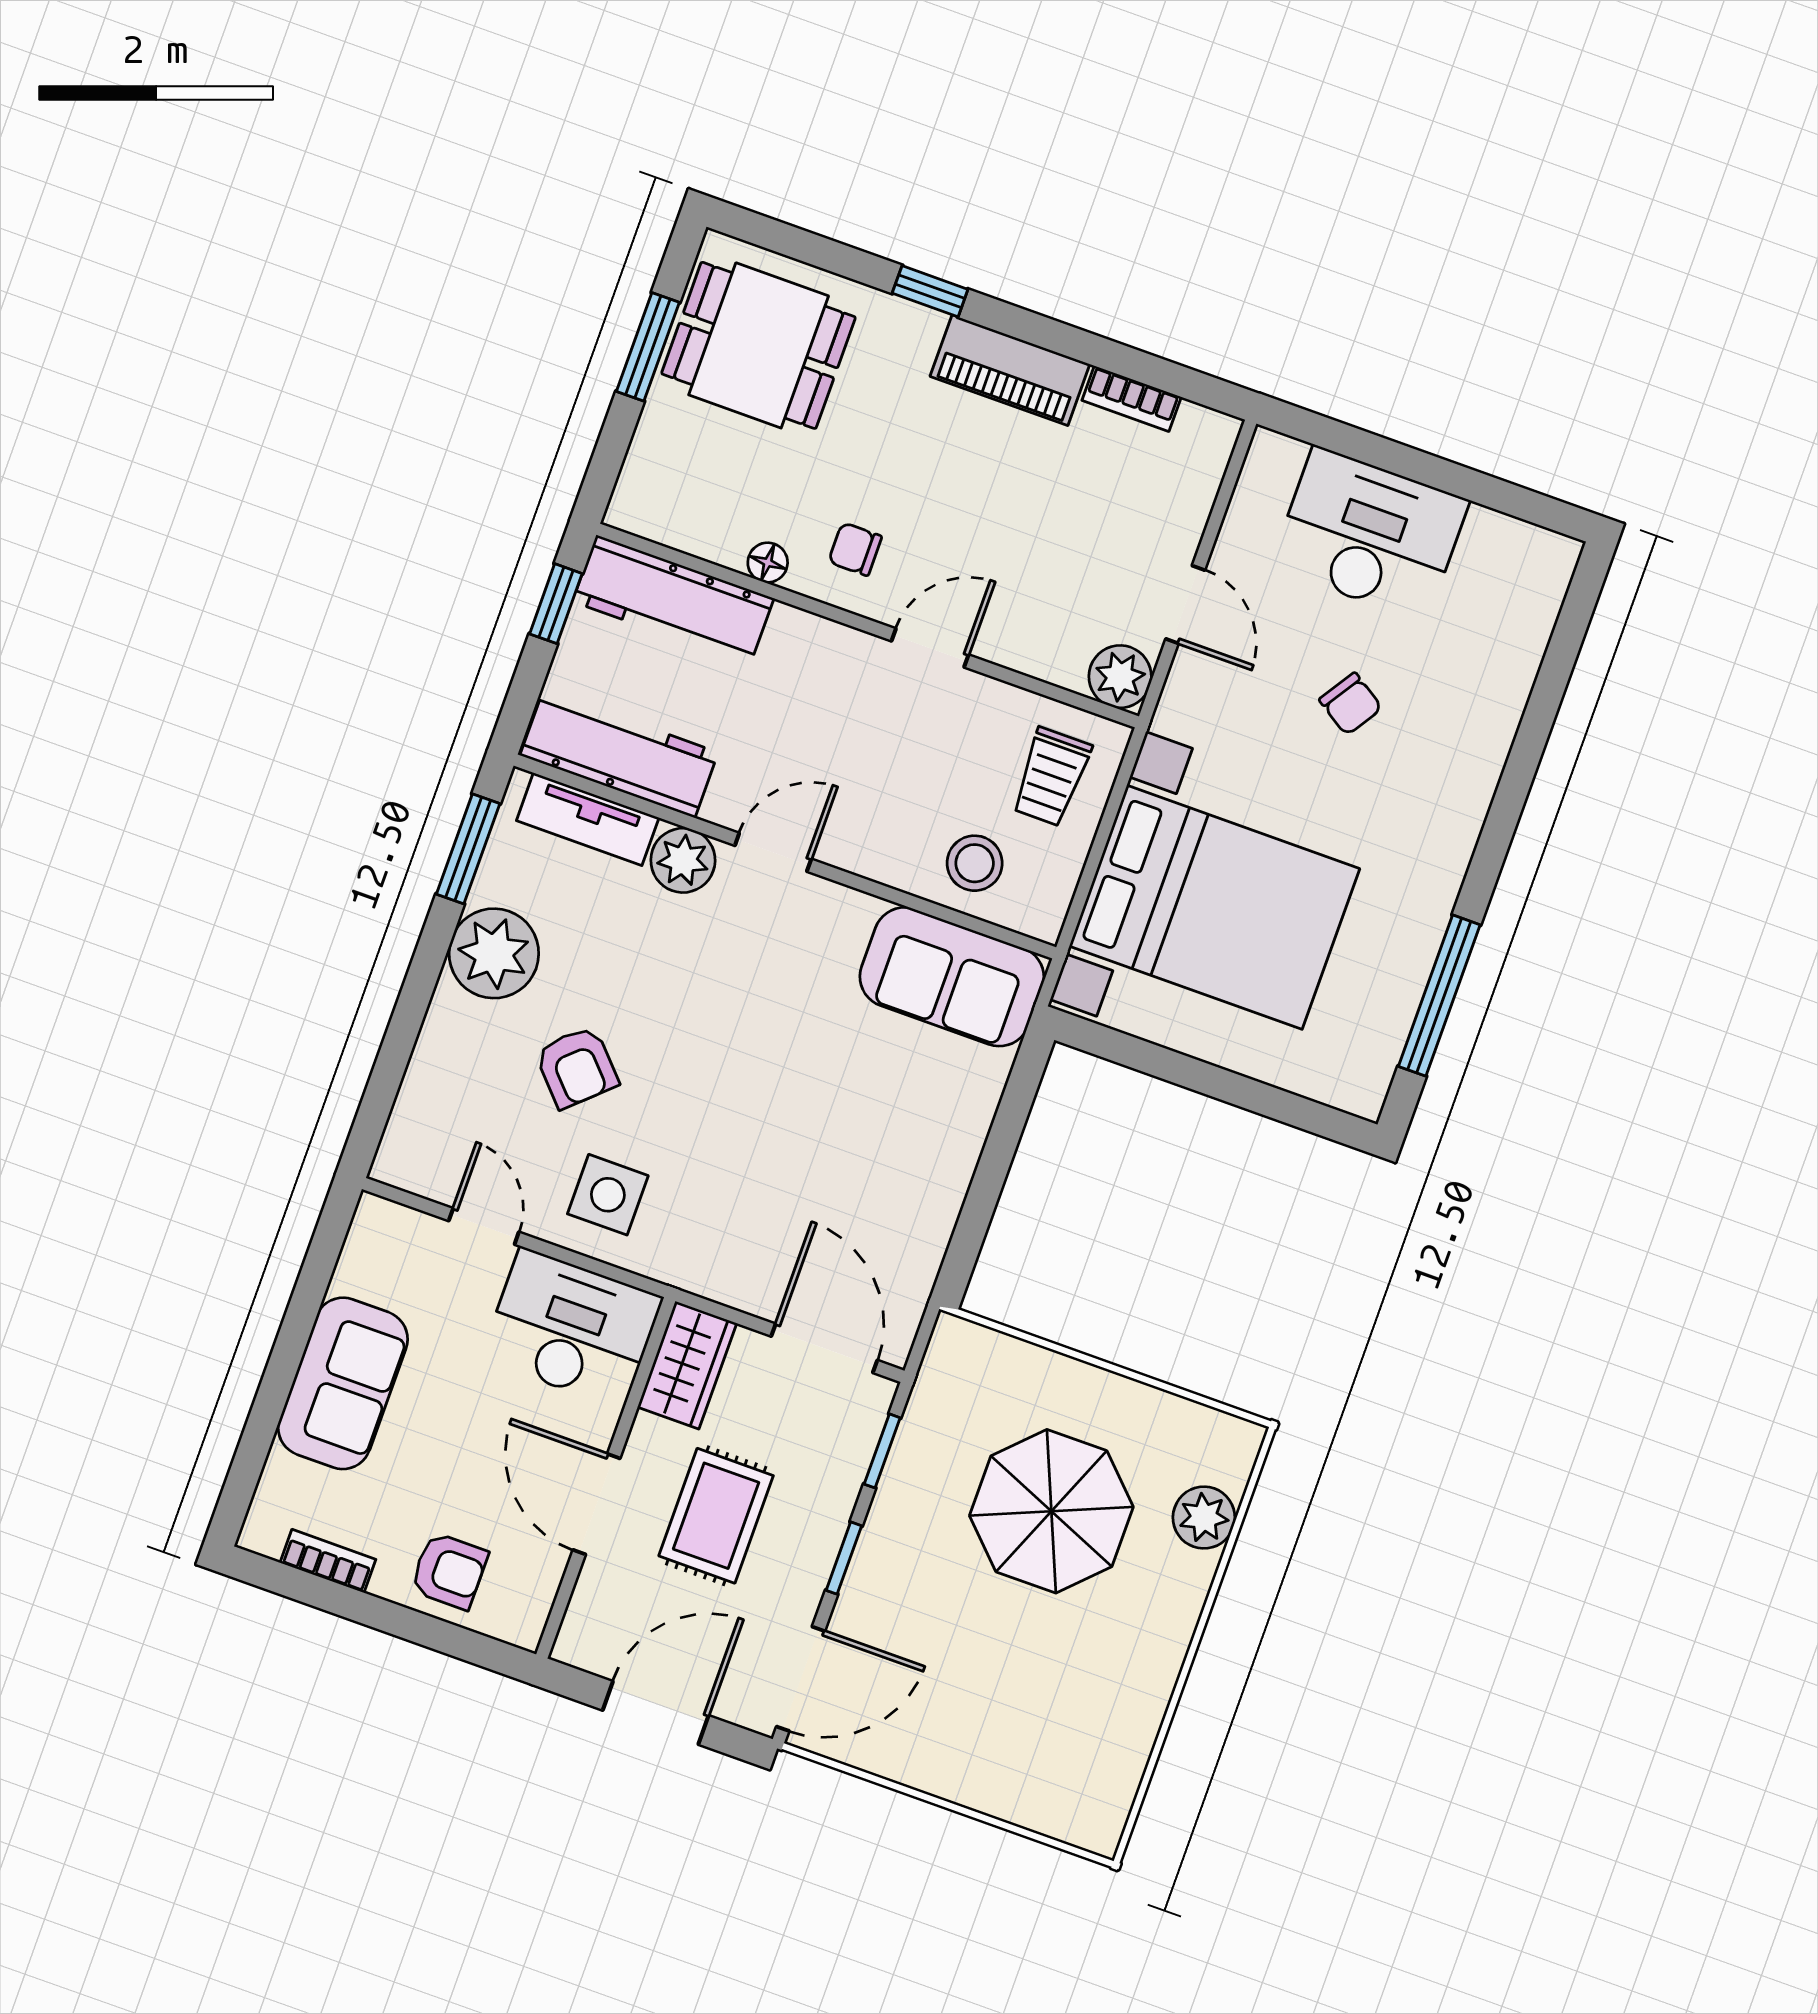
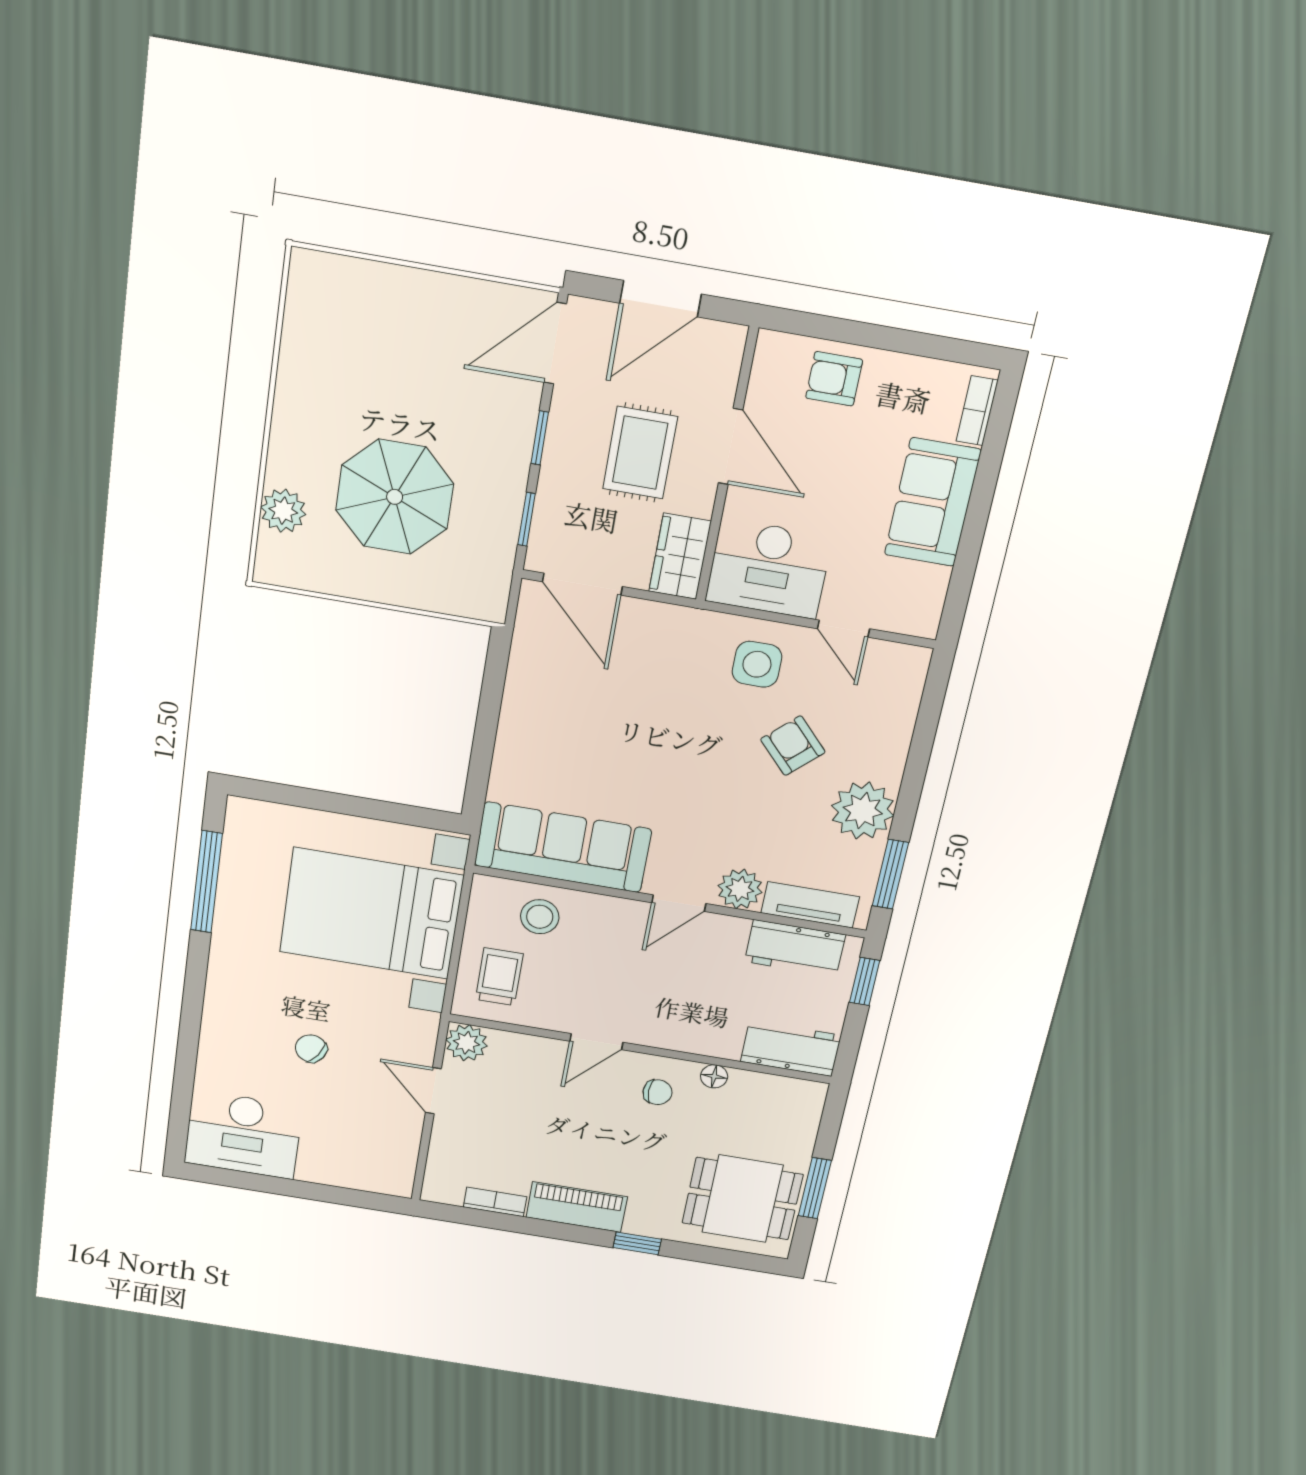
desk: (1370, 534) -> (243, 1135), moved
workbench: (673, 600) -> (791, 1048), width x0.73
window: (556, 604) -> (865, 981), moved
workbench: (619, 754) -> (795, 948), width x0.73
sofa: (952, 977) -> (563, 847), width x1.36
bookcase: (328, 1561) -> (977, 411), moved, turned 90

